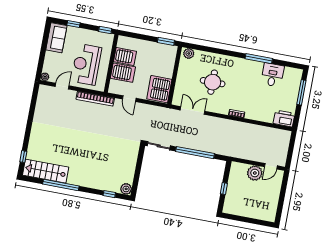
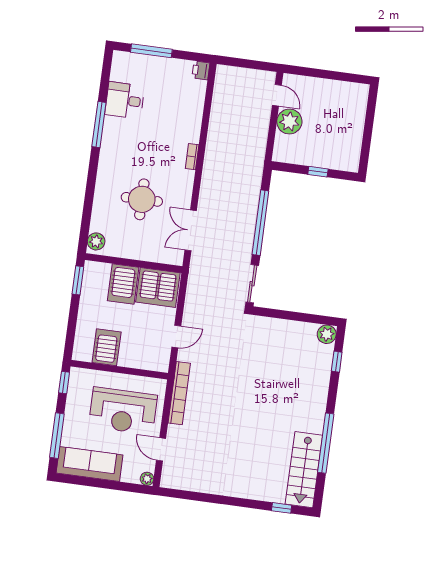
window: (73, 24) -> (57, 436), width x2.17
sofa: (56, 38) -> (90, 464), width x1.36
server rack: (123, 73) -> (123, 284), moved, turned 180
printer: (284, 118) -> (201, 70), width x0.53, depth x0.68

